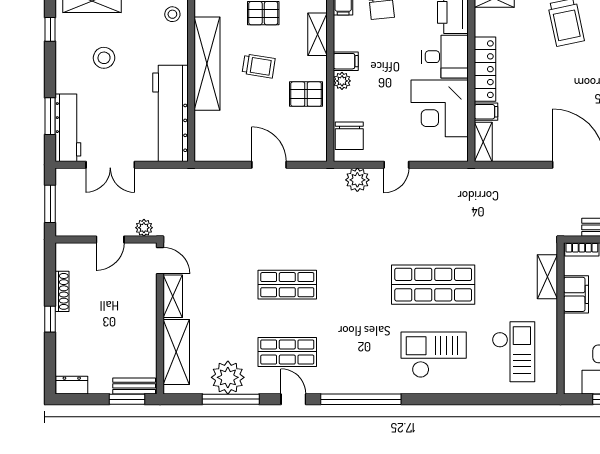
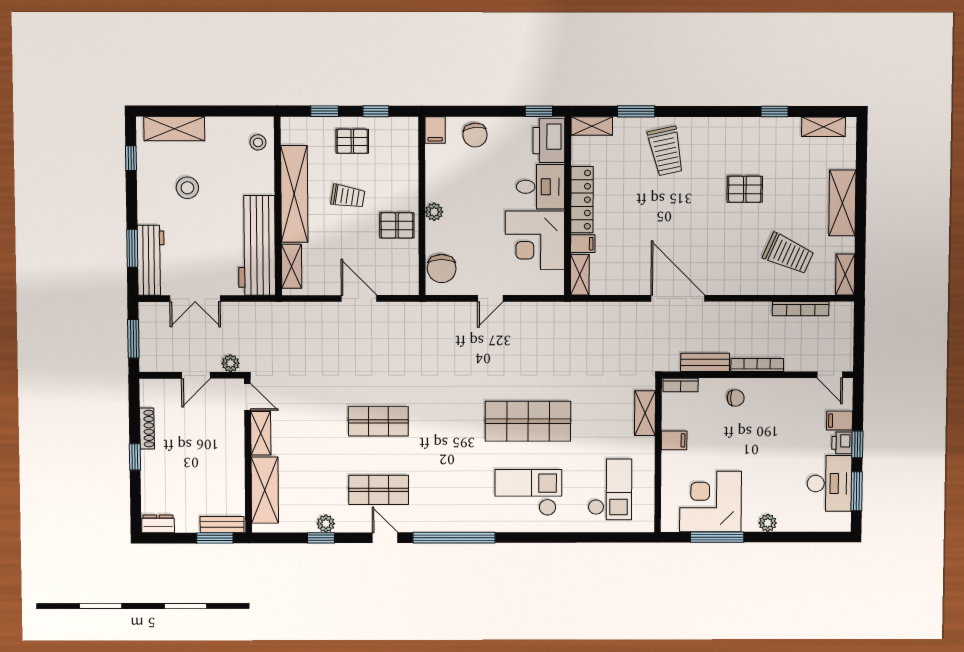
shelving: (317, 34) -> (292, 266), moved
filing cabinet: (346, 61) -> (438, 191), removed
plant: (357, 180) -> (450, 314), removed
filing cabinet: (576, 294) -> (674, 440), width x0.50
plant: (228, 377) -> (326, 524), width x0.53, depth x0.53
window: (231, 399) -> (321, 538), width x0.46

